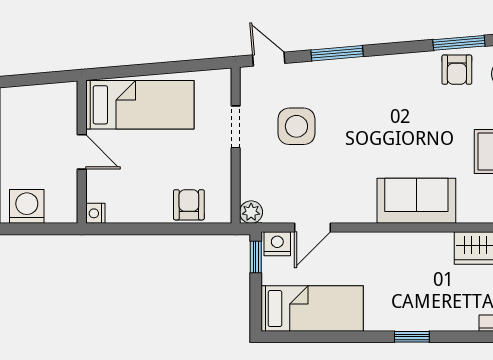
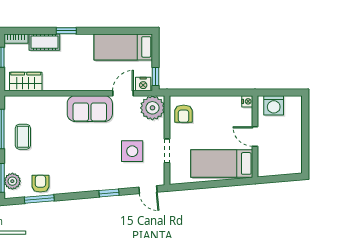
window: (337, 53) -> (109, 193), width x0.67
sofa: (416, 201) -> (90, 109), moved
armchair: (189, 205) -> (184, 114), moved
washing machine: (27, 206) -> (274, 105), moved
plant: (251, 212) -> (152, 108), width x1.87, depth x1.87
cot: (450, 317) -> (44, 42), added

